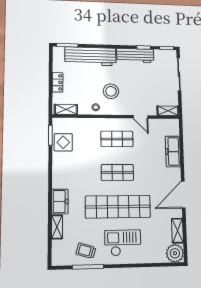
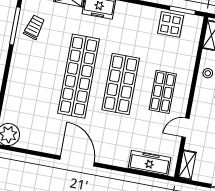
freezer: (173, 152) -> (150, 163), moved
shop shelf: (117, 172) -> (121, 84), width x1.43, depth x1.36
shelving: (178, 231) -> (35, 144), removed
checkout: (123, 243) -> (34, 73), removed

